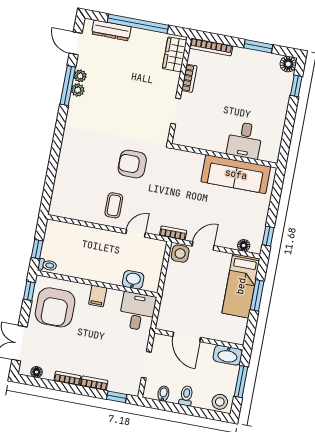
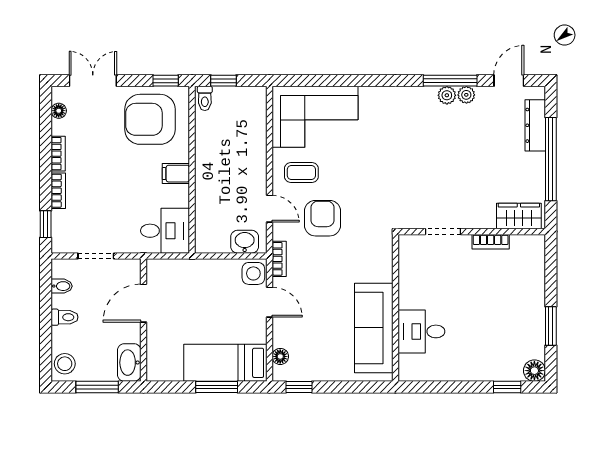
bookcase: (211, 47) -> (538, 263), removed
armchair: (132, 164) -> (322, 218), moved
corner sofa: (75, 188) -> (315, 117), added
washbasin: (133, 280) -> (245, 242), moved, turned -90

